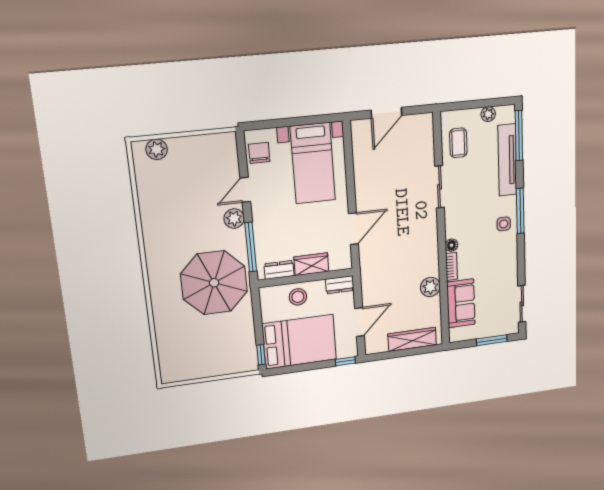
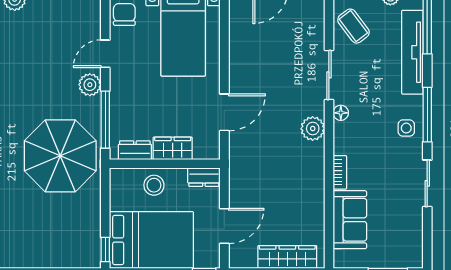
coffee table: (458, 143) -> (353, 26), turned -37
floor lamp: (451, 245) -> (341, 113), moved
plant: (430, 287) -> (313, 129), moved
sliding door: (522, 304) -> (427, 183), moved

